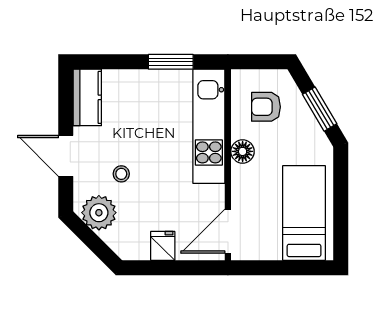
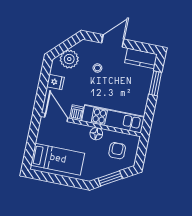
window: (171, 62) -> (155, 83), moved
dishwasher: (211, 196) -> (76, 113), added
plant: (99, 213) -> (69, 59), moved

